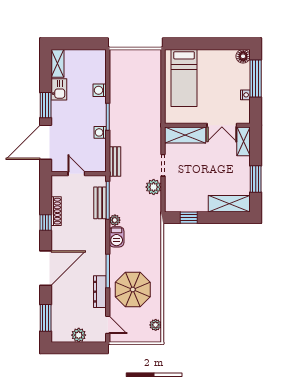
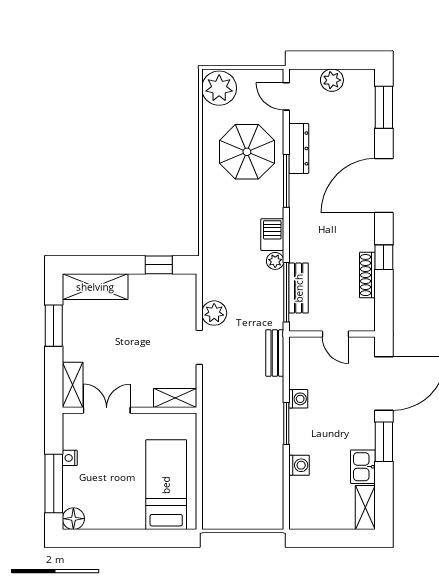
shelving: (185, 135) -> (175, 398), width x0.67, depth x0.75
plant: (156, 325) -> (219, 88), width x1.88, depth x1.88

